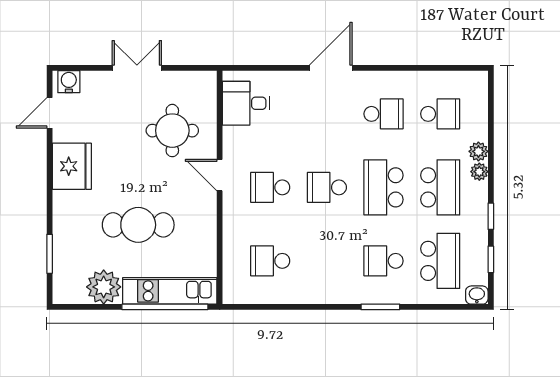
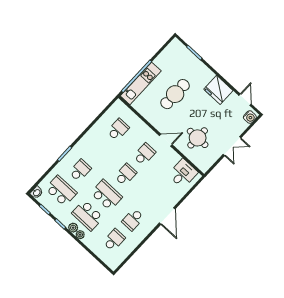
school desk: (440, 114) -> (114, 240), turned 180
plant: (478, 151) -> (73, 228), moved
school desk: (440, 261) -> (61, 191), turned 180
plant: (104, 287) -> (164, 61), removed

